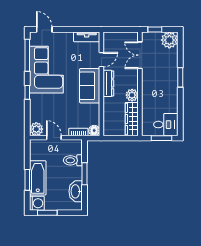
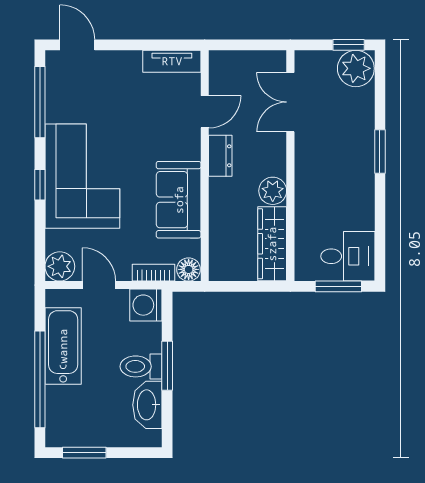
window: (155, 30) -> (349, 45), moved
corner sofa: (46, 70) -> (82, 176), moved
dresser: (108, 83) -> (220, 156), width x0.70
sofa: (90, 86) -> (179, 200), moved
toilet: (73, 160) -> (141, 366), moved
bathtub: (38, 178) -> (63, 346), moved
window: (27, 180) -> (40, 379), width x2.11
washing machine: (37, 203) -> (146, 305), moved, turned 180

